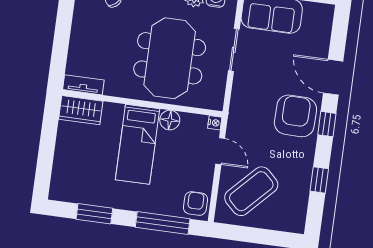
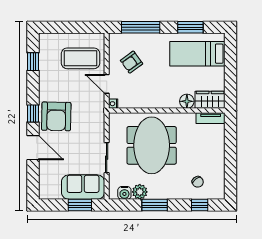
floor lamp: (170, 120) -> (187, 101), moved
bed: (138, 144) -> (197, 54), moved, turned -90
window: (319, 180) -> (33, 62), moved
coffee table: (251, 191) -> (81, 58), turned 46
armchair: (195, 203) -> (132, 62), moved, turned 54

